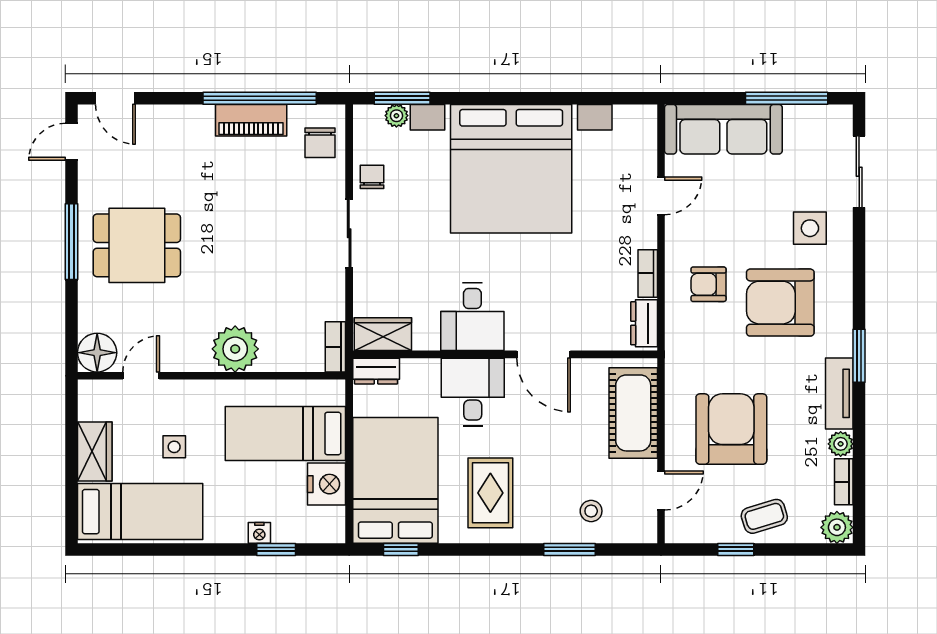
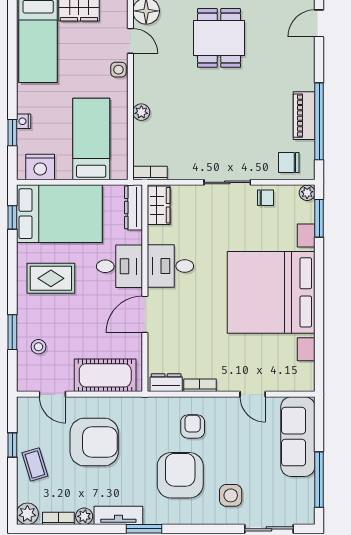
plant: (396, 116) -> (307, 193), moved
plant: (235, 349) -> (141, 112), width x0.53, depth x0.53
dresser: (376, 371) -> (134, 207), width x1.44
side table: (174, 447) -> (118, 70), moved
nightstand: (327, 484) -> (40, 167), moved

